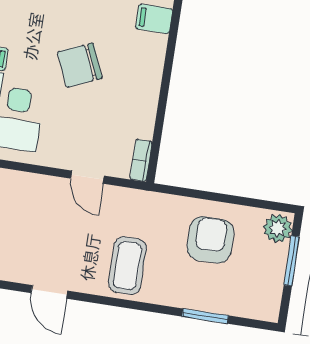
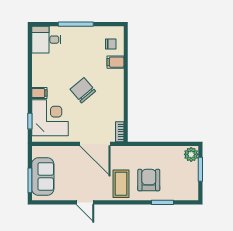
chair: (80, 65) -> (83, 90), turned 73
door: (87, 177) -> (95, 144), width x1.88
armchair: (210, 240) -> (149, 180), moved

